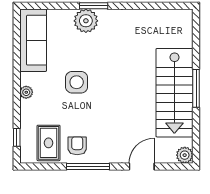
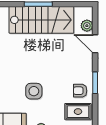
plant: (185, 155) -> (87, 26), moved
window: (88, 167) -> (95, 83), width x0.69

